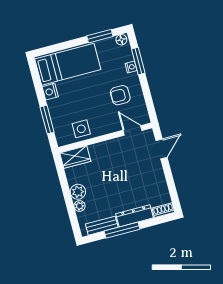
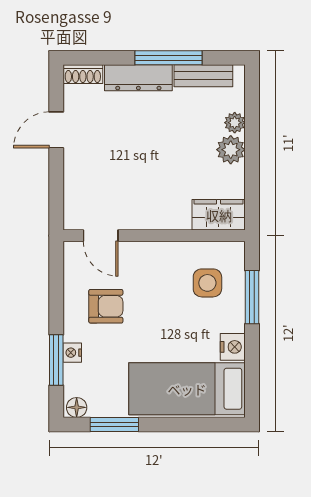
side table: (81, 129) -> (207, 283), moved
door: (162, 149) -> (56, 130), moved

